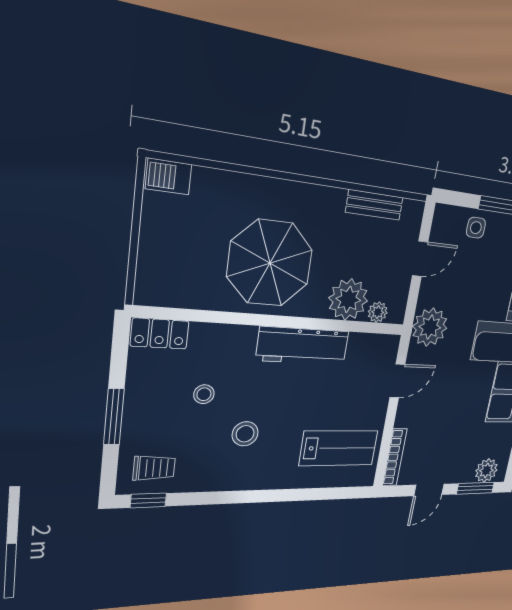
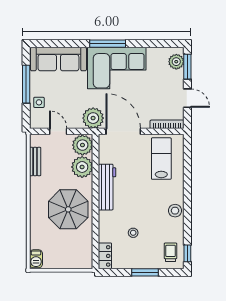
plant: (378, 312) -> (82, 145), width x1.88, depth x1.88
door: (397, 381) -> (123, 131), width x1.88
stool: (245, 434) -> (175, 211), moved

